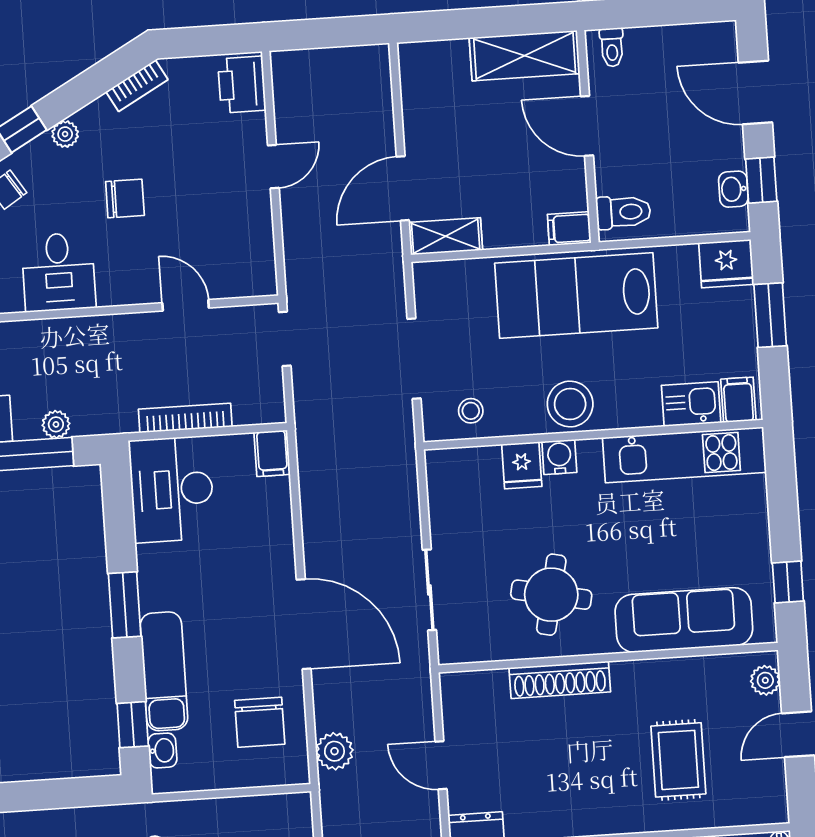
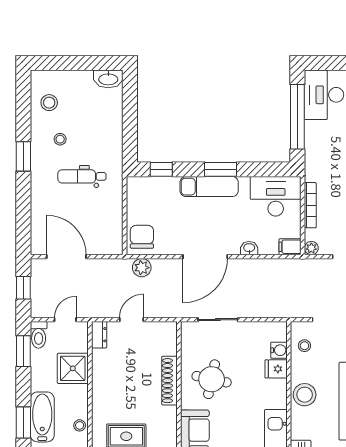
plant: (56, 424) -> (311, 248), moved
water cooler: (559, 457) -> (279, 350), moved
exam couch: (164, 671) -> (209, 187), moved
chair: (260, 722) -> (142, 237), moved, turned 90
washbasin: (162, 750) -> (249, 248), moved, turned 180

